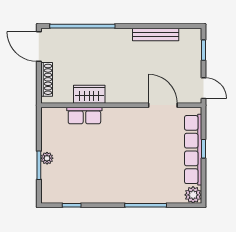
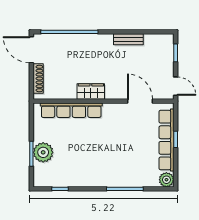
bench: (156, 35) -> (128, 39), width x0.73
wardrobe: (89, 94) -> (91, 92), moved
row of seats: (84, 115) -> (71, 110), width x2.02
plant: (47, 158) -> (43, 152), width x1.88, depth x1.88

